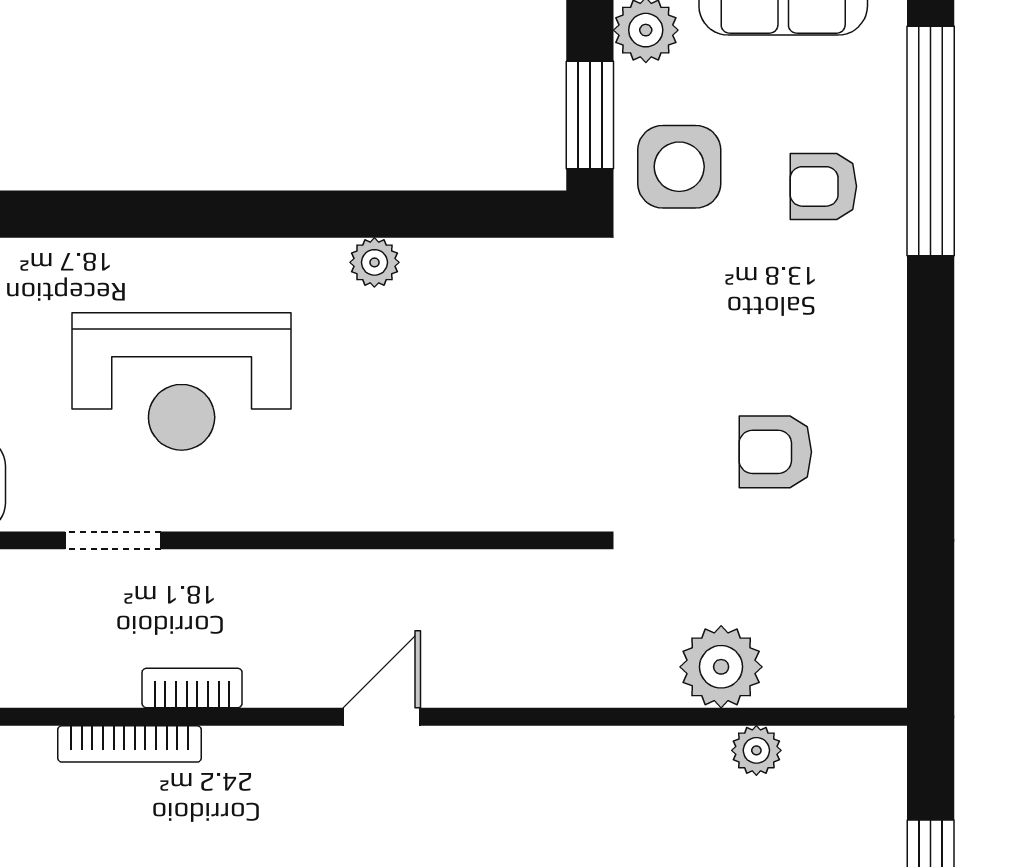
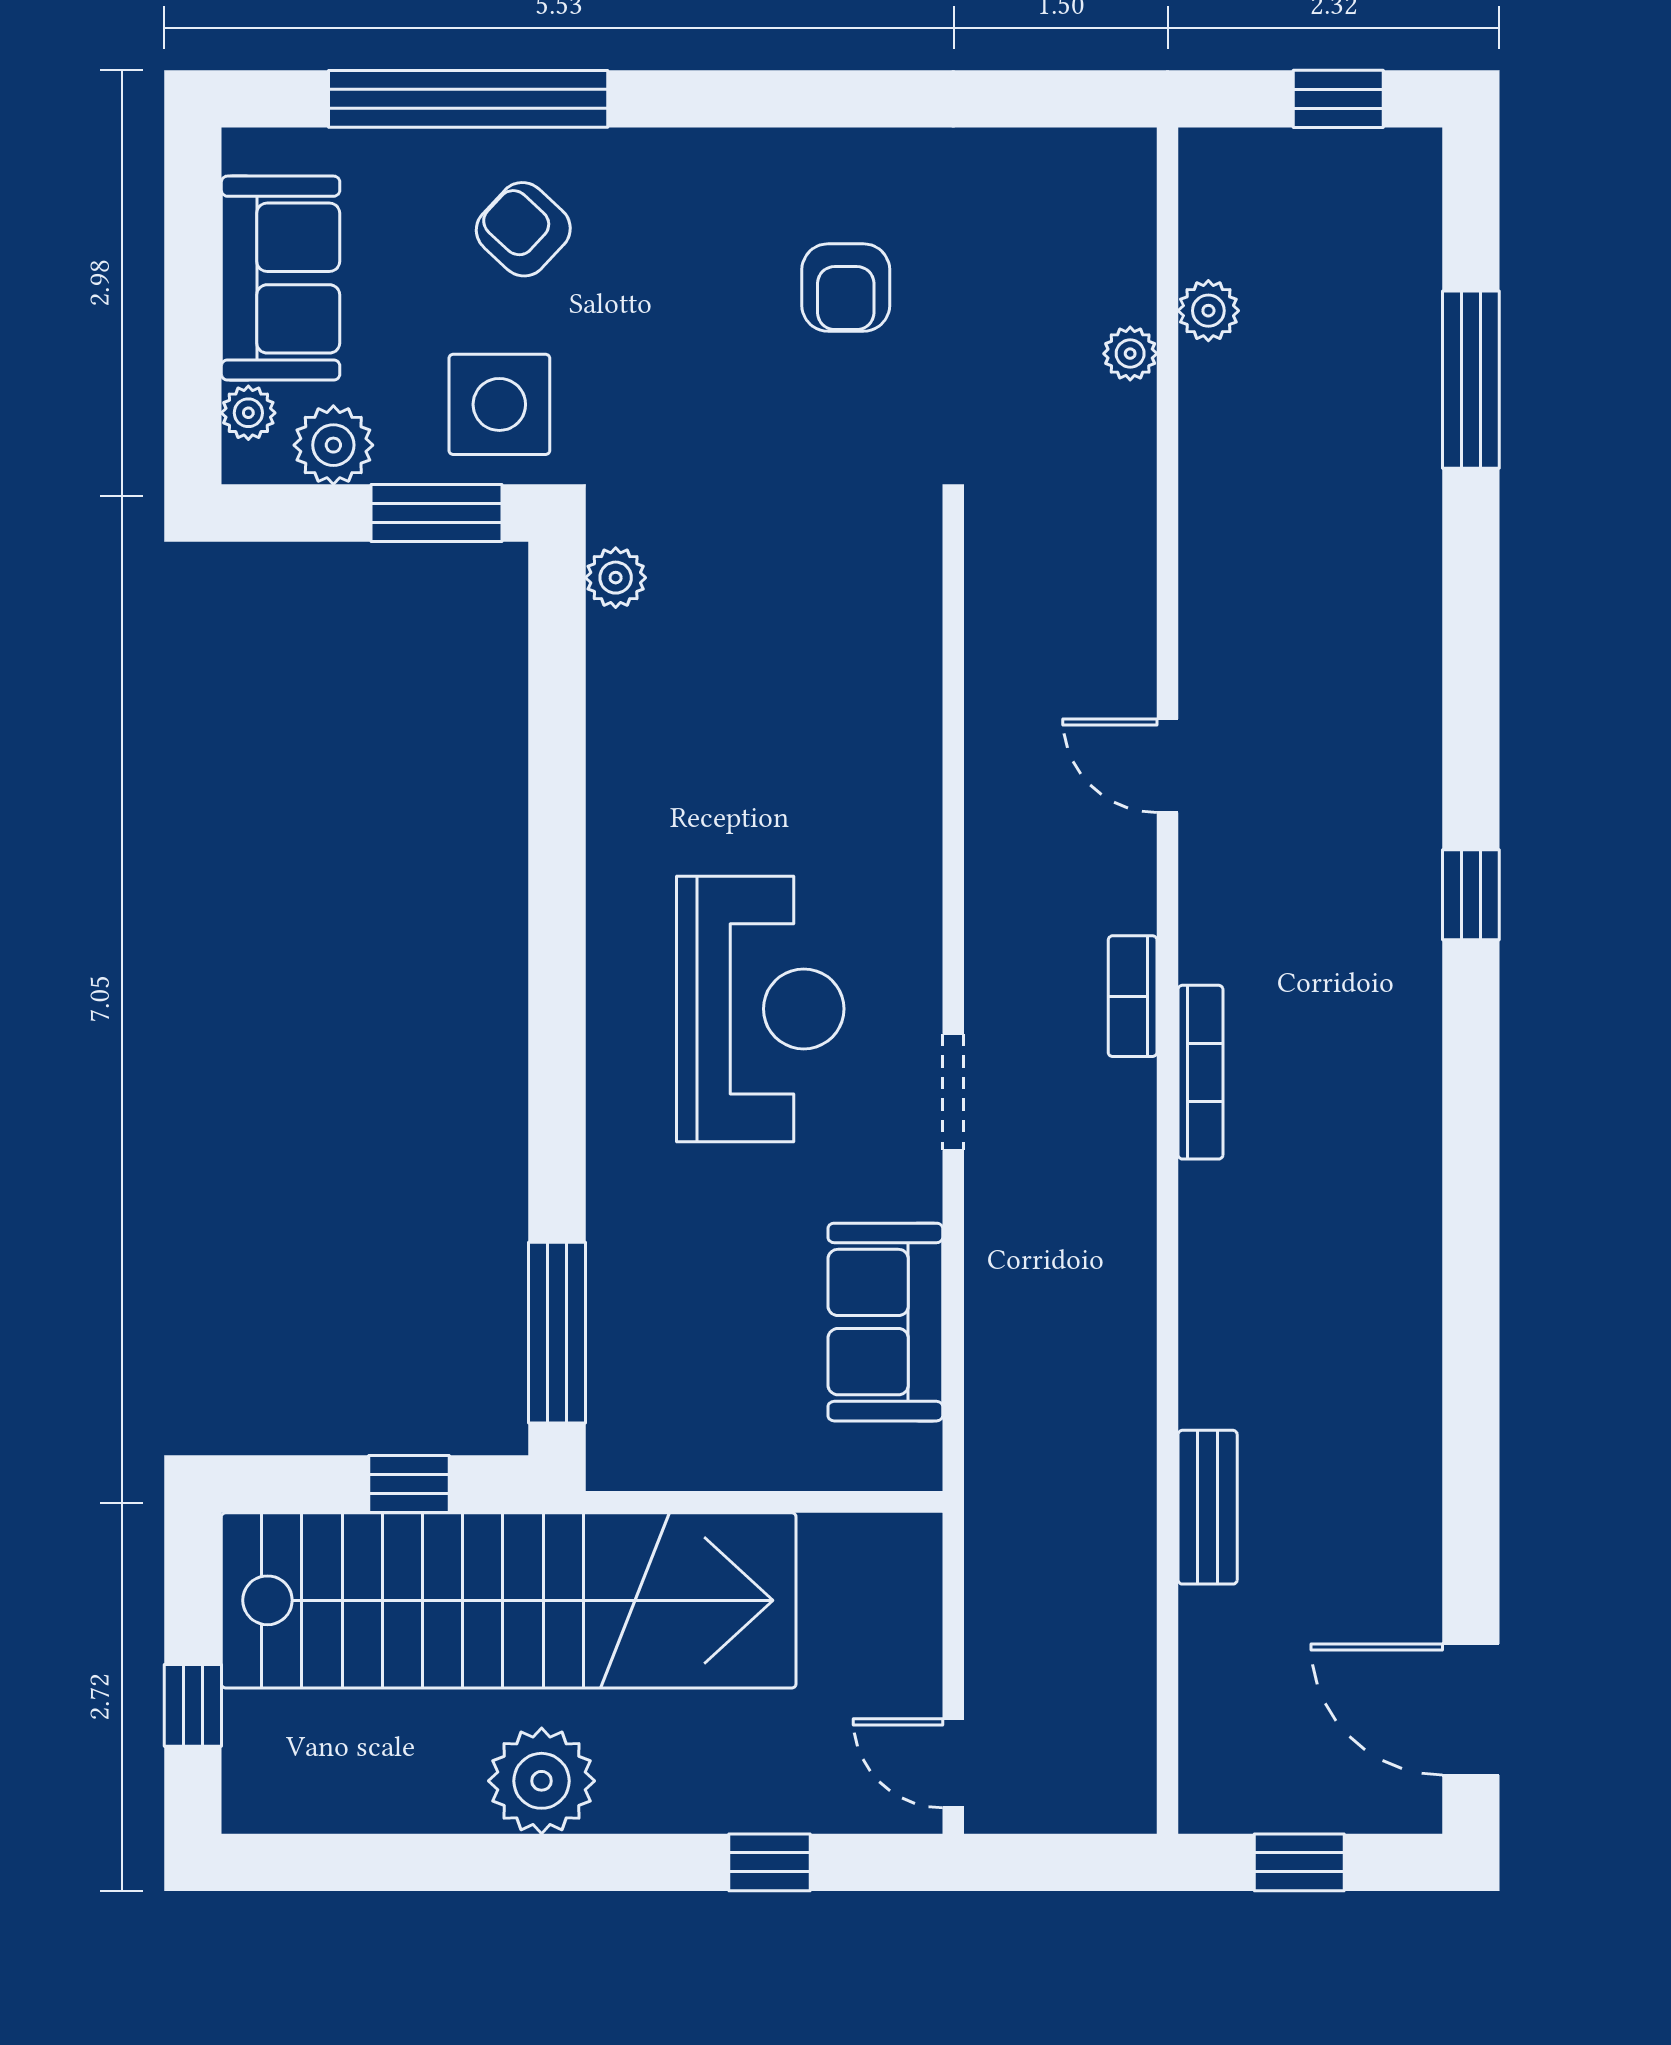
armchair: (823, 186) -> (523, 229), turned 133
plant: (374, 262) -> (616, 578), moved
plant: (721, 667) -> (1130, 354), width x0.53, depth x0.53

